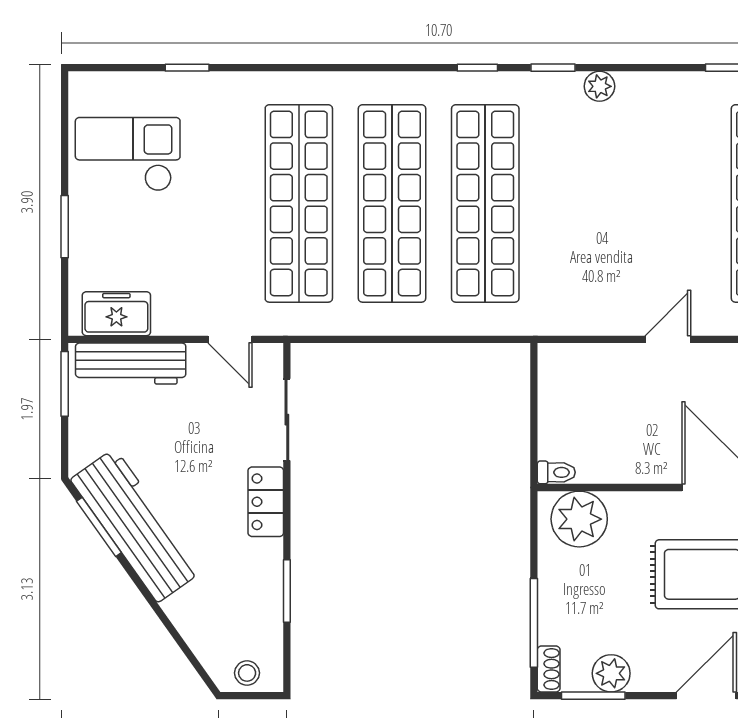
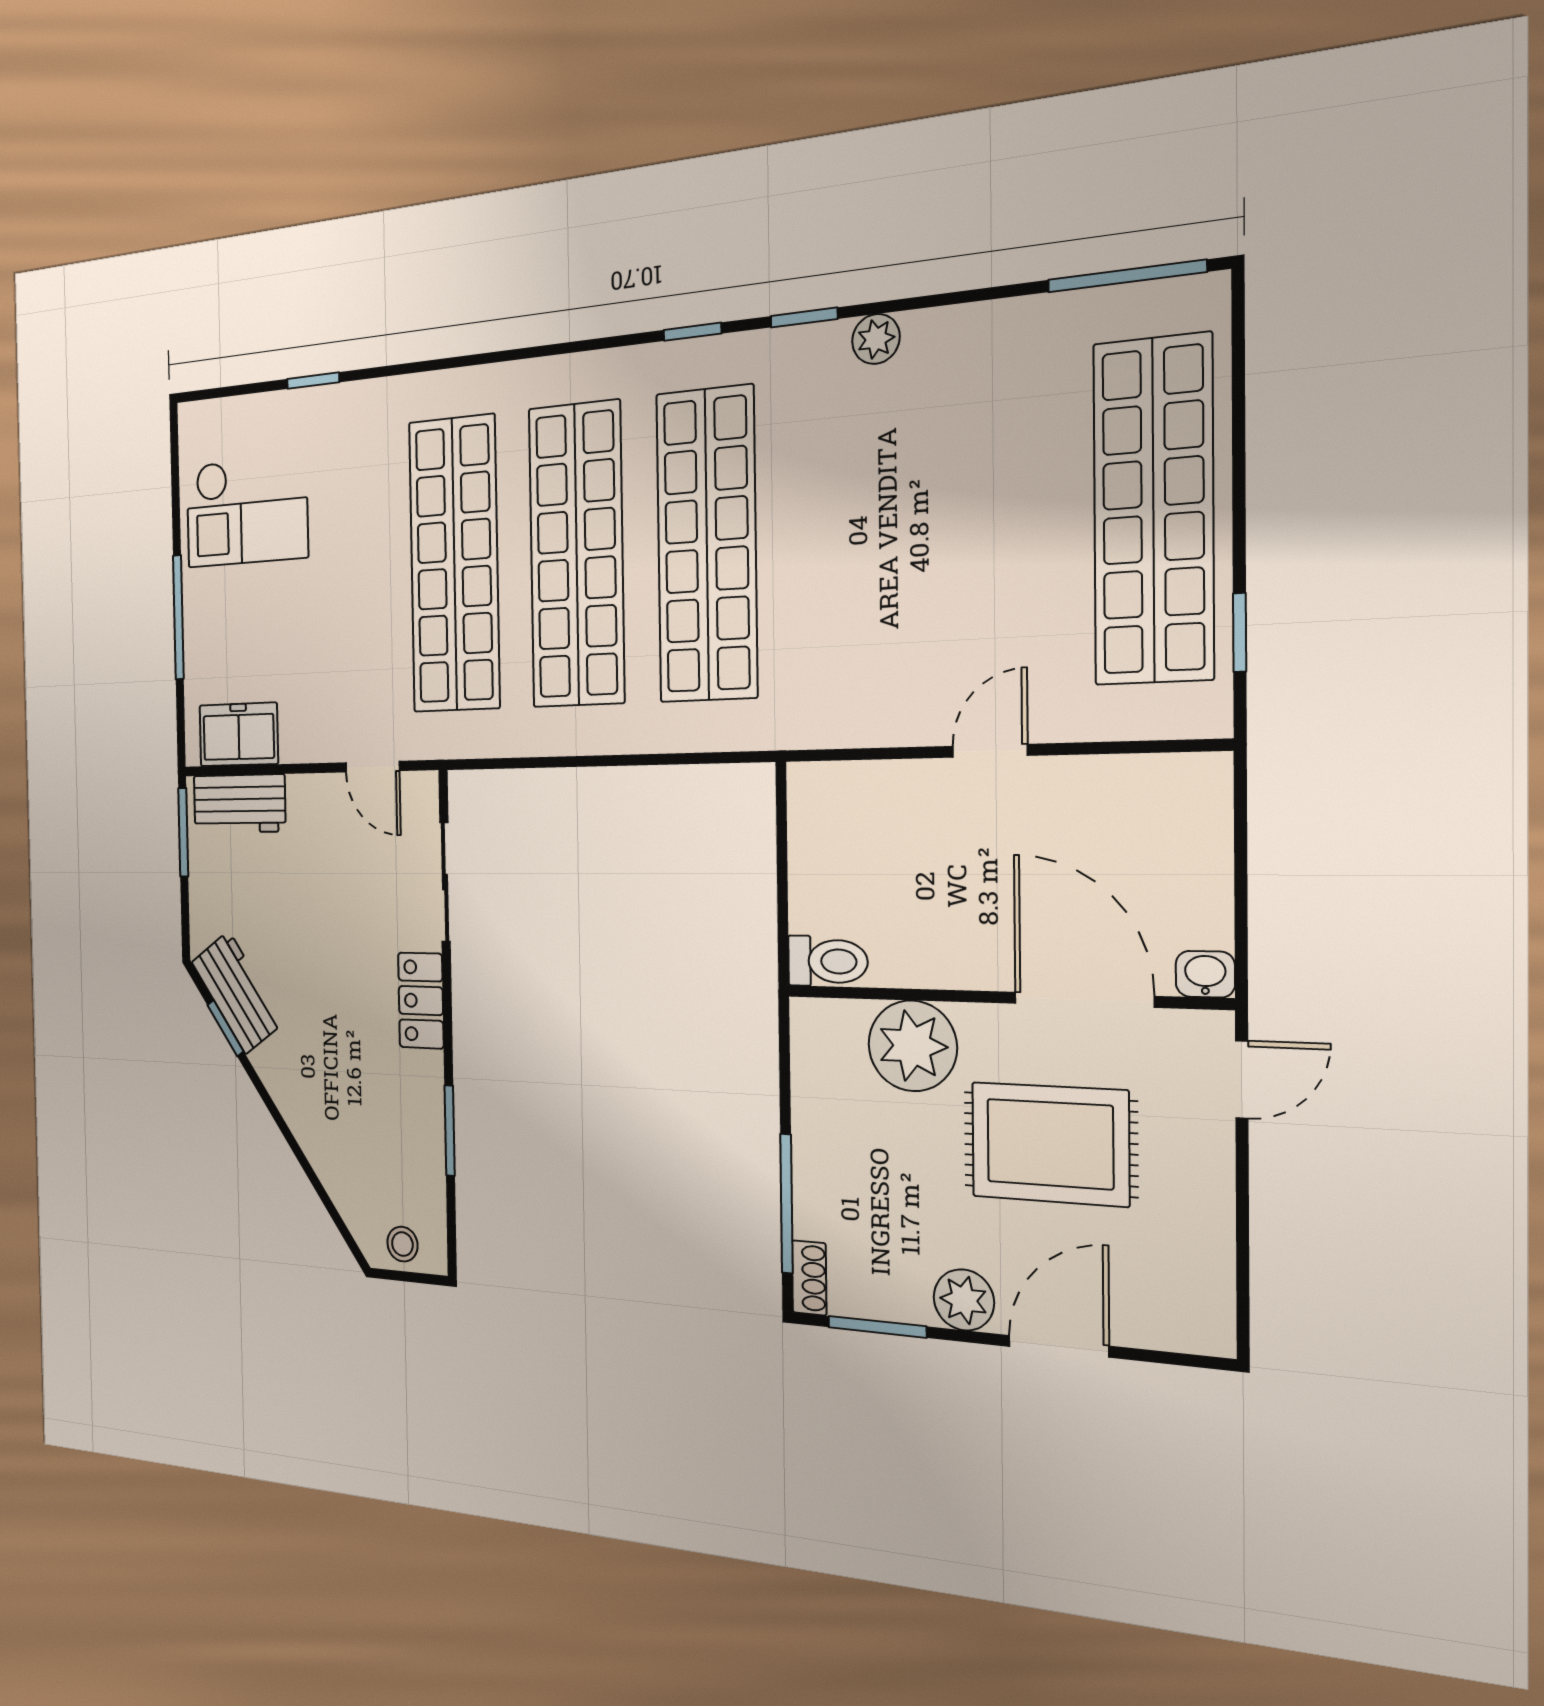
checkout: (128, 154) -> (247, 511), turned 180
window: (65, 227) -> (178, 617), width x1.44
workbench: (131, 363) -> (239, 804), width x0.73
toilet: (556, 472) -> (828, 961), width x1.37, depth x1.39
plant: (579, 519) -> (913, 1046), moved
workbench: (136, 525) -> (237, 992), width x0.53, depth x0.76
window: (99, 527) -> (225, 1028), width x0.67
plant: (611, 673) -> (964, 1300), moved

